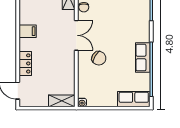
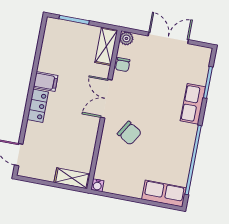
double door: (76, 35) -> (106, 99), swing flipped
row of seats: (143, 58) -> (193, 104), moved
locker: (25, 63) -> (38, 106), moved

